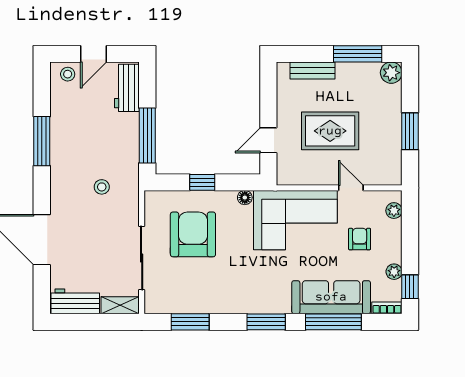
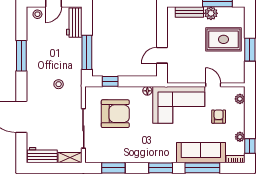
plant: (391, 73) -> (211, 13), moved
rug: (330, 131) -> (224, 39), moved
window: (202, 182) -> (110, 81), moved
armchair: (193, 234) -> (115, 114), turned 90

